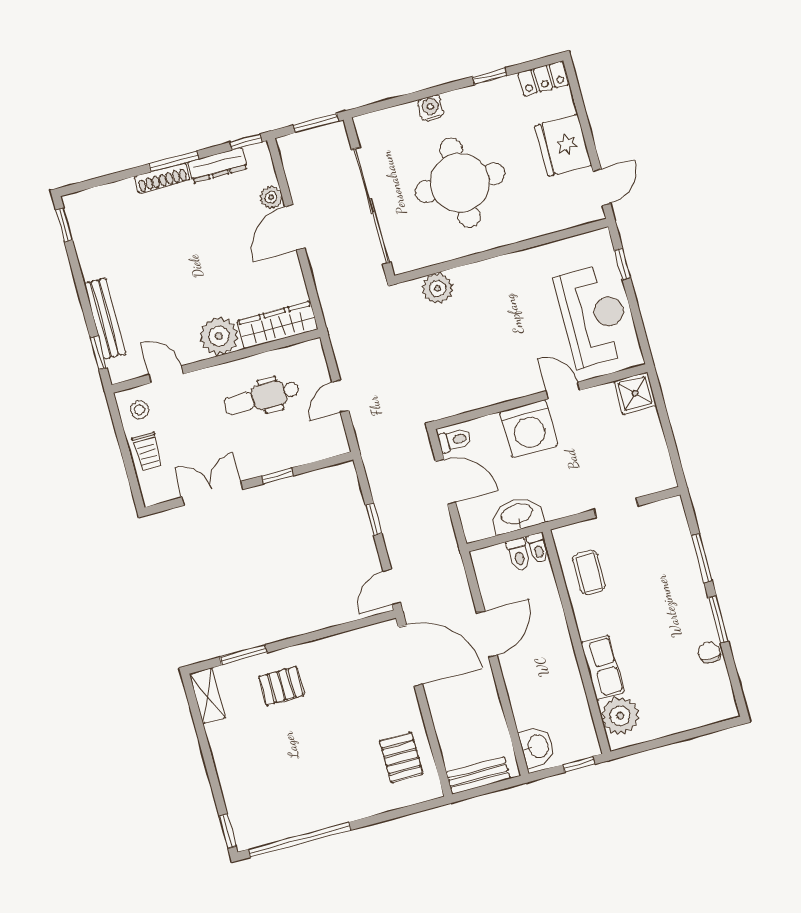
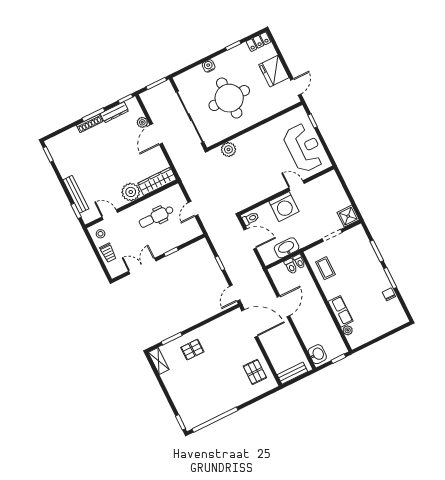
shower: (635, 393) -> (348, 216), moved
plant: (620, 716) -> (348, 330), width x0.53, depth x0.53

